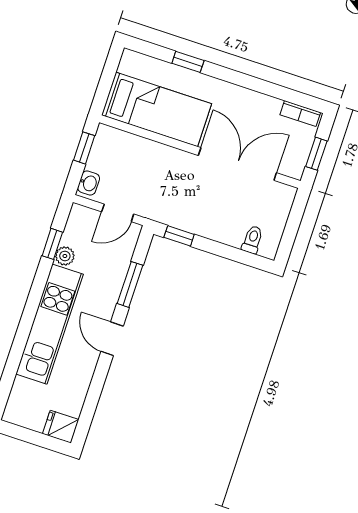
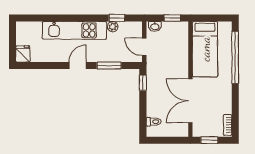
window: (188, 62) -> (235, 57), width x3.17
double door: (237, 164) -> (190, 101), swing flipped

